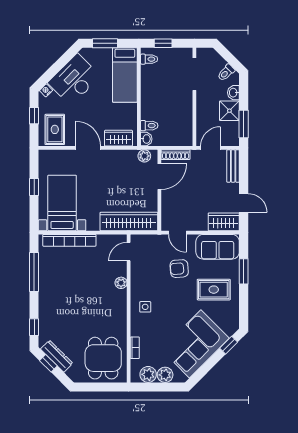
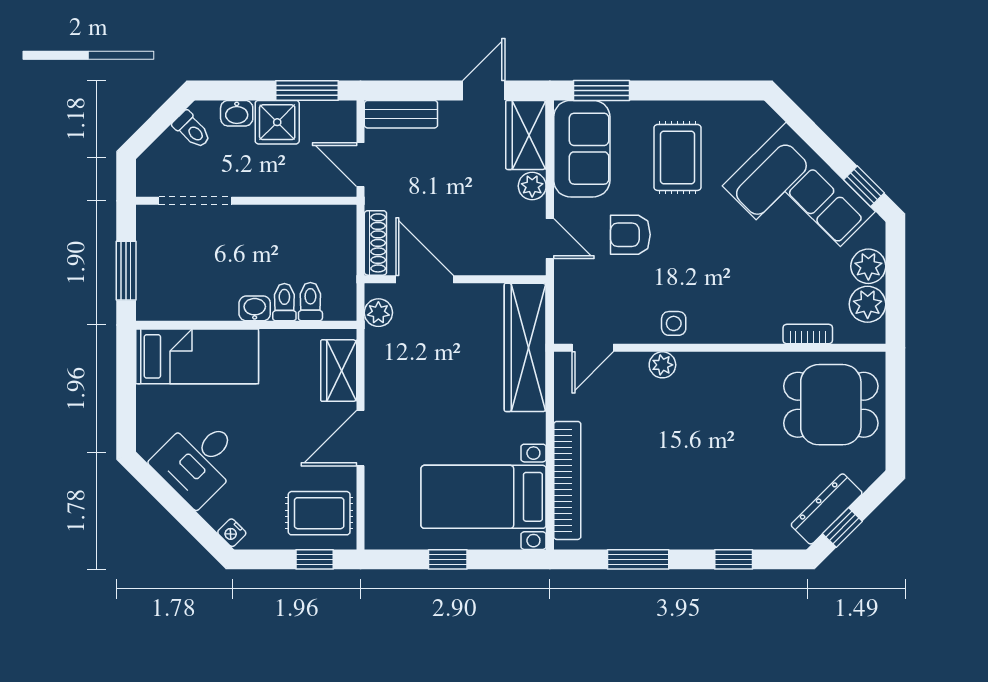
window: (105, 43) -> (126, 401), removed
window: (163, 43) -> (126, 271), width x1.50
toilet: (149, 59) -> (284, 302), moved
desk: (74, 80) -> (198, 461), width x0.73
window: (34, 116) -> (315, 559), moved
washbasin: (146, 139) -> (255, 308), moved
plant: (201, 225) -> (532, 186), added
door: (177, 233) -> (550, 239), hinge flipped
door: (129, 252) -> (593, 348), hinge flipped
armchair: (179, 269) -> (630, 235), turned 94
window: (244, 271) -> (601, 90), moved
window: (34, 272) -> (638, 559), width x0.69
side table: (145, 307) -> (674, 323), moved
window: (34, 327) -> (734, 559), moved
window: (229, 345) -> (864, 186), moved

